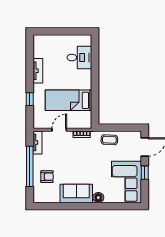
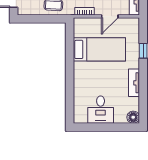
floor lamp: (39, 40) -> (133, 117), added
desk: (79, 58) -> (101, 110), moved, turned -90

